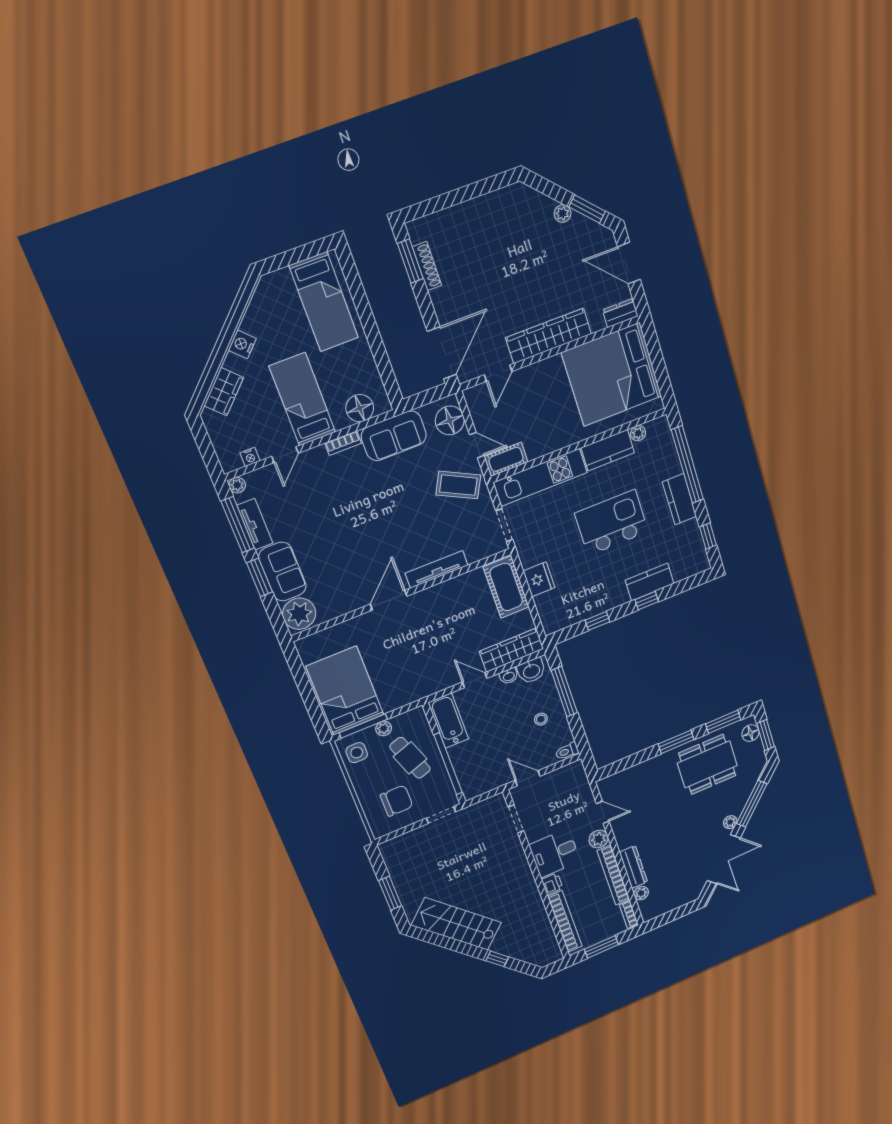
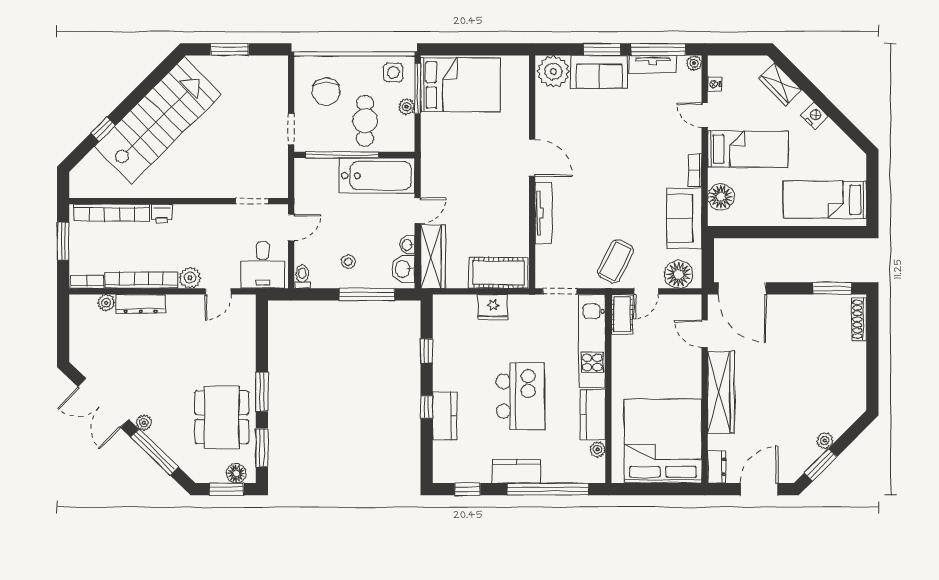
shoe rack: (427, 266) -> (859, 319), moved, turned 90
bathtub: (448, 721) -> (377, 176), width x1.36, depth x1.36
cafe table: (410, 758) -> (365, 121), turned -71
desk: (555, 853) -> (263, 265), moved, turned 180
stairs: (456, 924) -> (158, 120), width x1.36, depth x1.51

